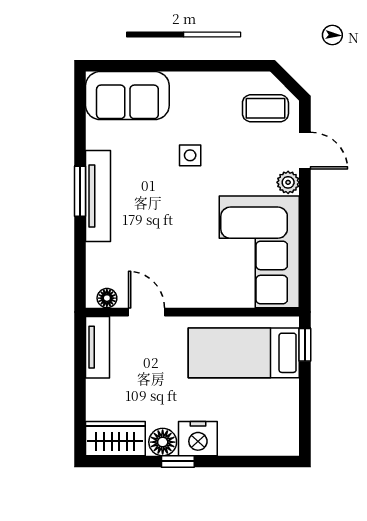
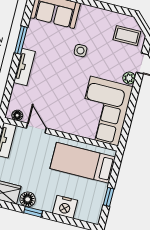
window: (80, 191) -> (21, 40), moved
tv unit: (98, 196) -> (24, 67), width x0.71
window: (305, 345) -> (109, 197), moved
nightstand: (198, 439) -> (65, 207), moved

